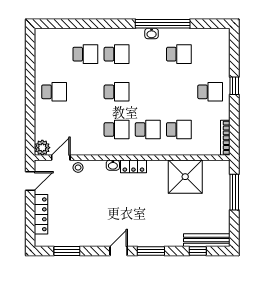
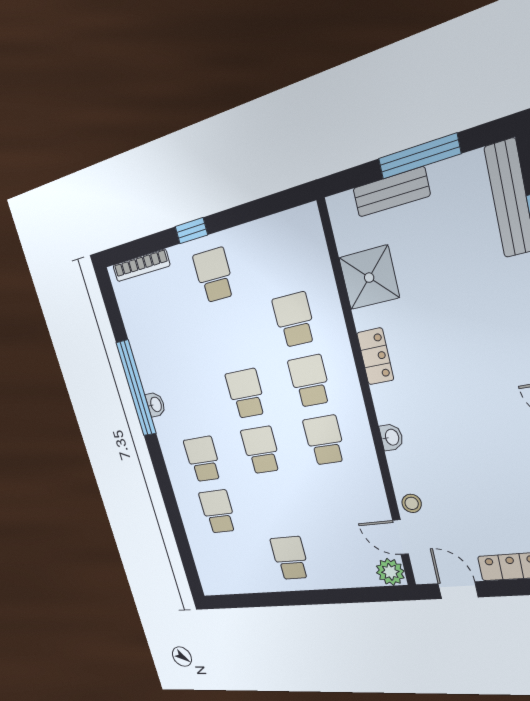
school desk: (179, 54) -> (246, 394), moved
bookcase: (225, 138) -> (141, 265), moved
locker: (133, 166) -> (375, 356), moved
shower: (185, 177) -> (369, 278), width x0.73, depth x0.73
bench: (223, 191) -> (391, 192), added
window: (234, 192) -> (419, 156), moved

